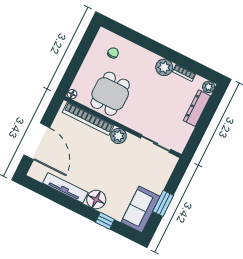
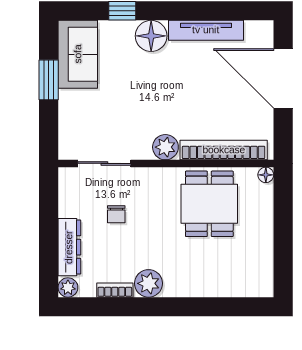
chair: (113, 53) -> (116, 214), moved

